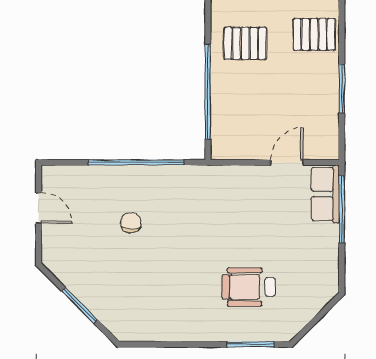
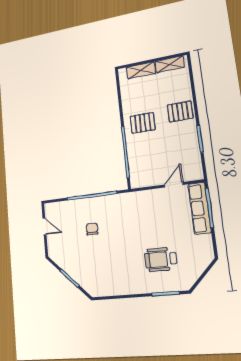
row of seats: (325, 194) -> (200, 208), width x1.48

